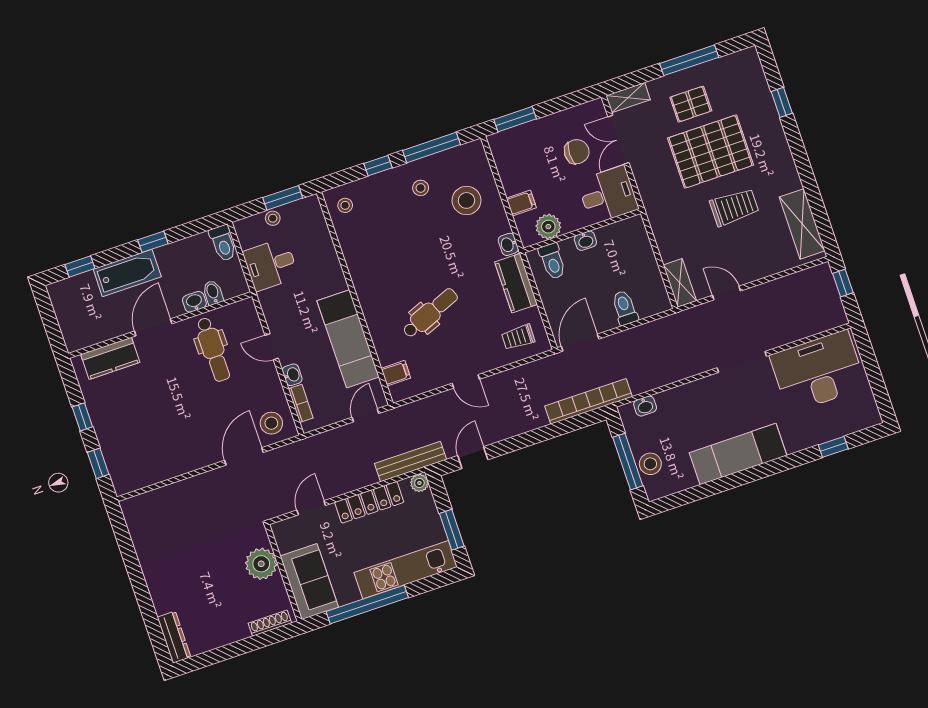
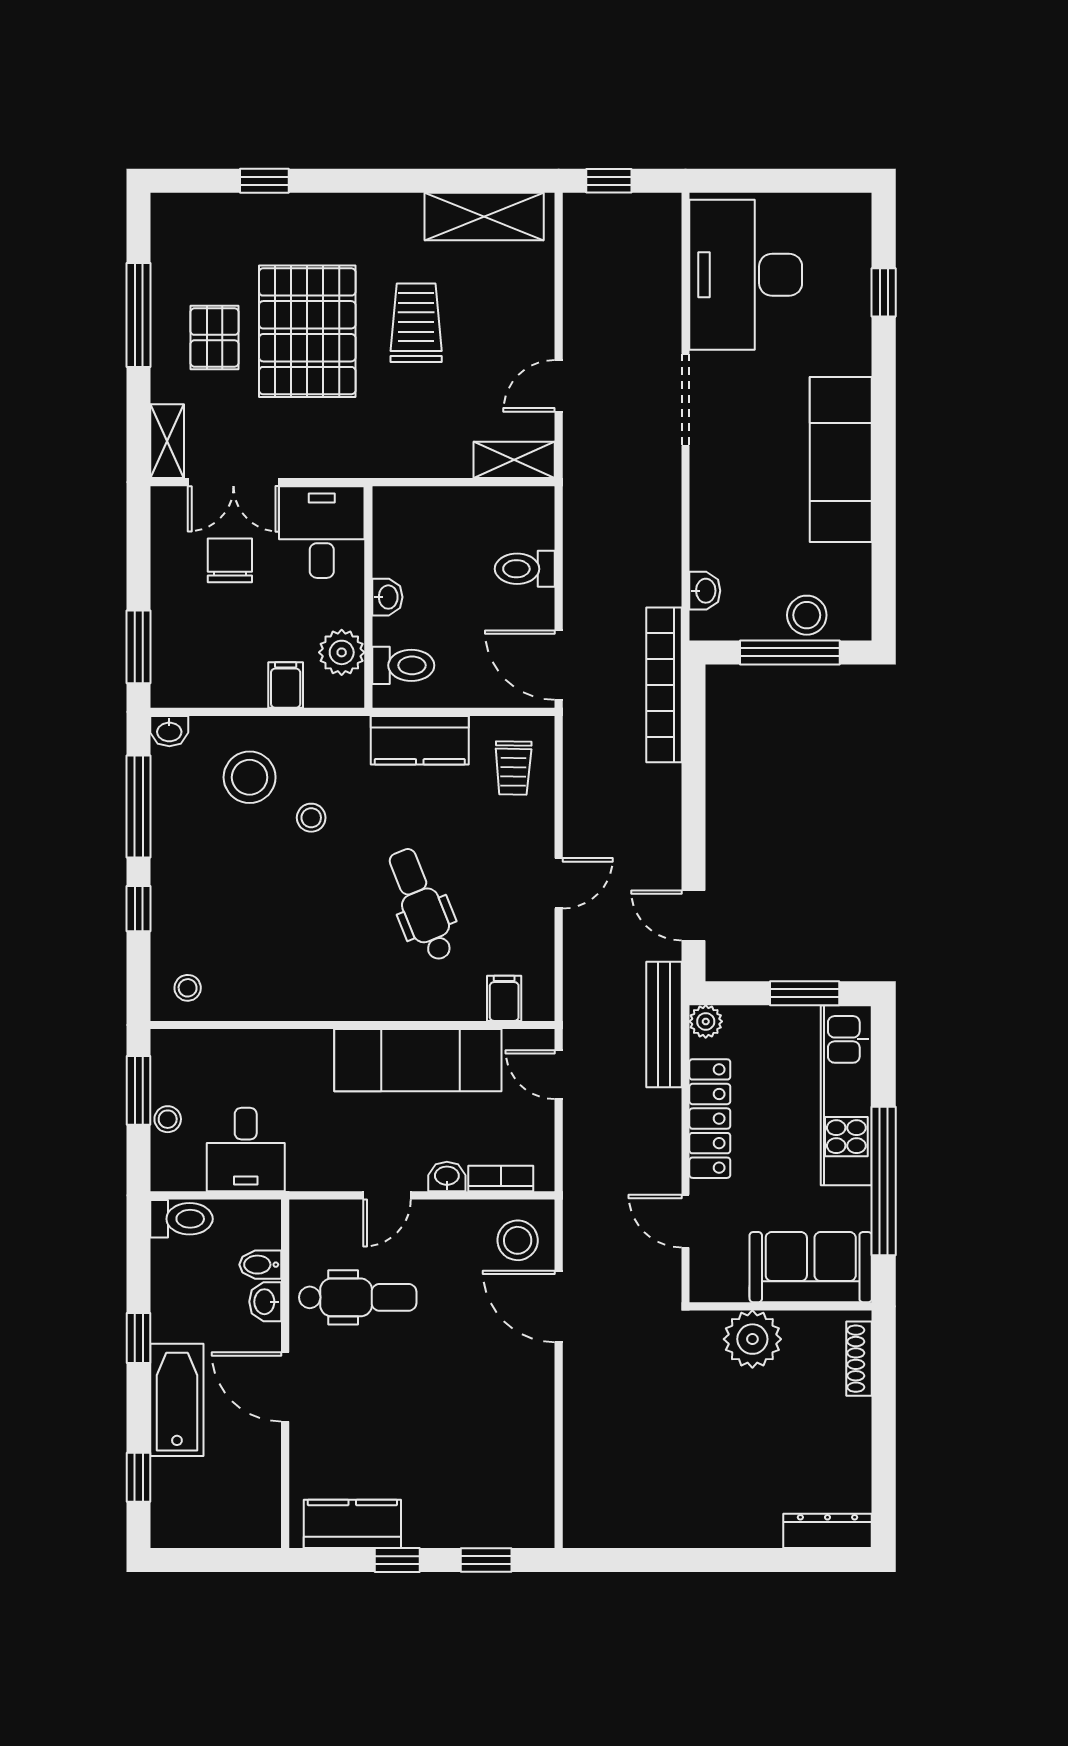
stool: (421, 188) -> (311, 818), moved
washbasin: (508, 244) -> (169, 731), moved
kitchen counter: (110, 358) -> (352, 1524), moved, turned -90

